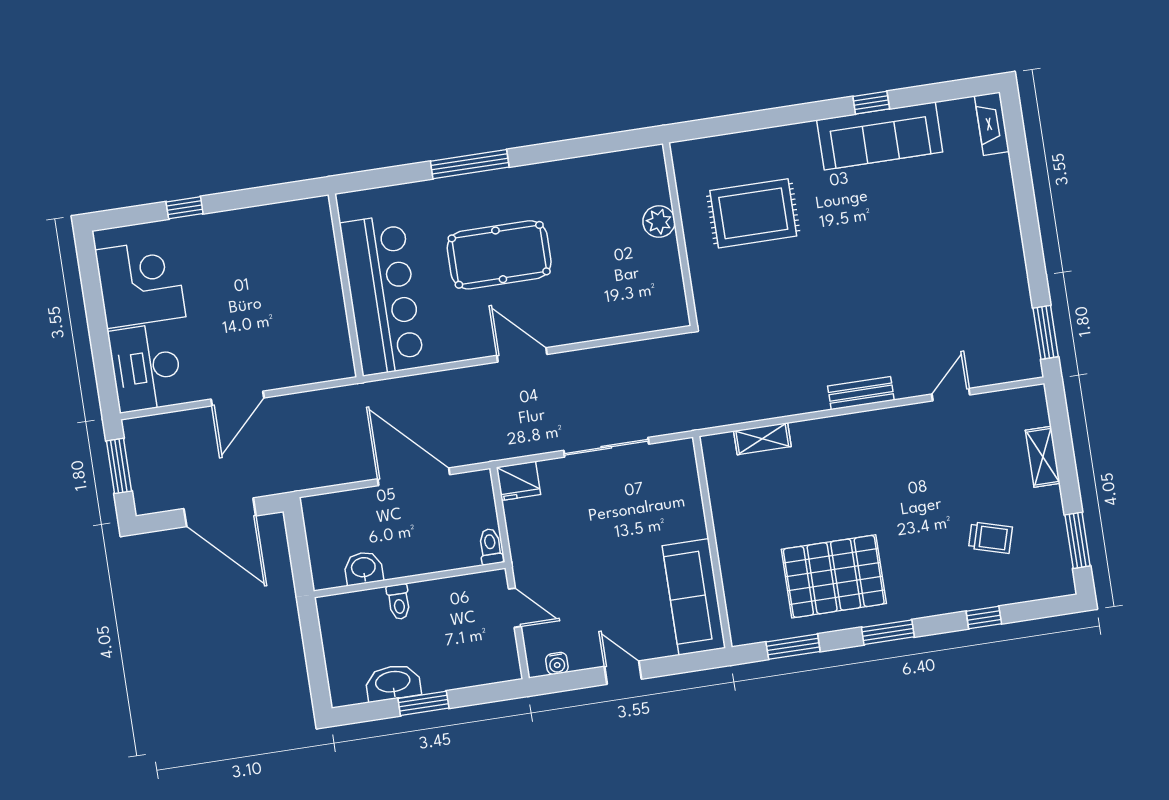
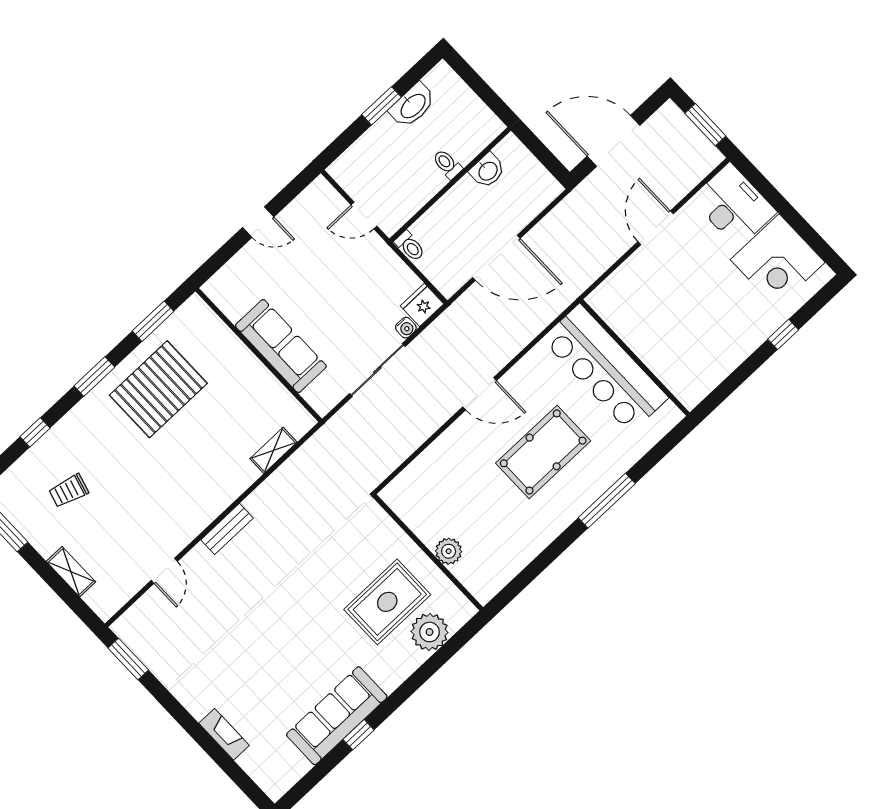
fireplace: (992, 124) -> (224, 734), moved
plant: (732, 155) -> (430, 632), added
sofa: (694, 597) -> (281, 346), moved
water cooler: (557, 663) -> (406, 328), moved, turned 180

